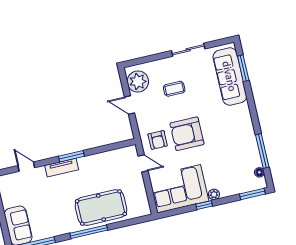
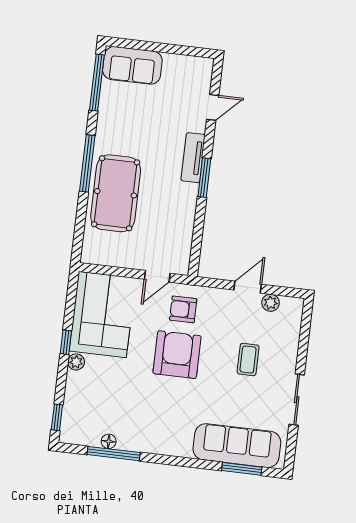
plant: (138, 81) -> (271, 303), width x0.53, depth x0.53
floor lamp: (259, 172) -> (109, 441), moved
window: (252, 194) -> (57, 417), width x0.67

